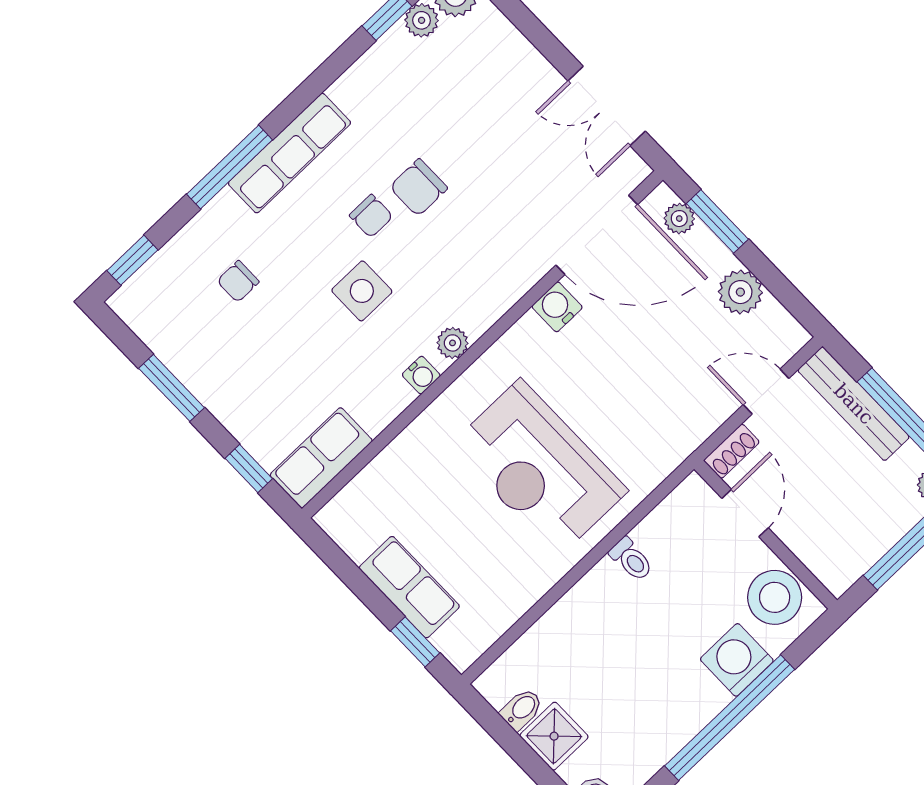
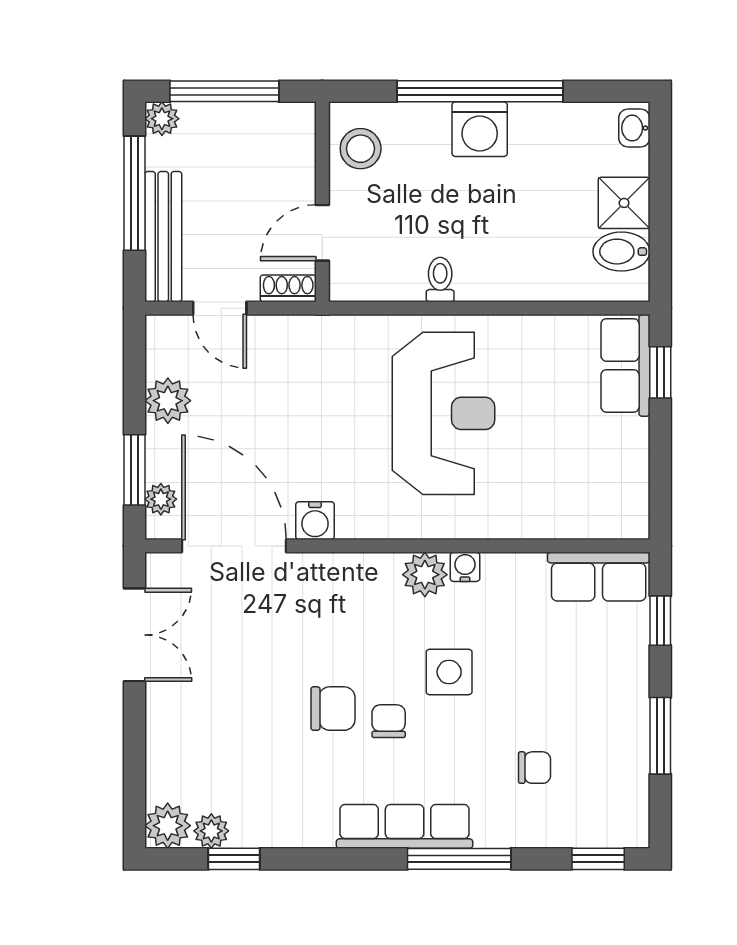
plant: (453, 343) -> (425, 575), width x1.38, depth x1.38
row of seats: (409, 587) -> (625, 365), moved
stool: (775, 597) -> (361, 149), width x0.73, depth x0.73
washing machine: (737, 660) -> (480, 129), moved
bidet: (522, 709) -> (621, 252), width x1.38, depth x1.36

